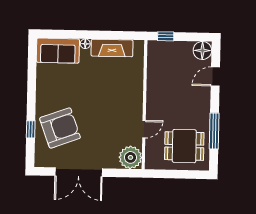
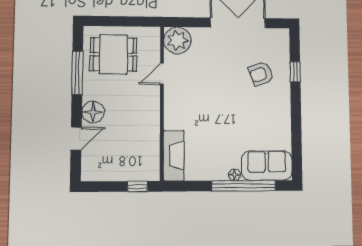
window: (78, 34) -> (244, 186), added
fireplace: (112, 48) -> (174, 156), moved, turned 90
floor lamp: (202, 50) -> (93, 112), moved
armchair: (60, 128) -> (261, 74), width x0.53, depth x0.53

